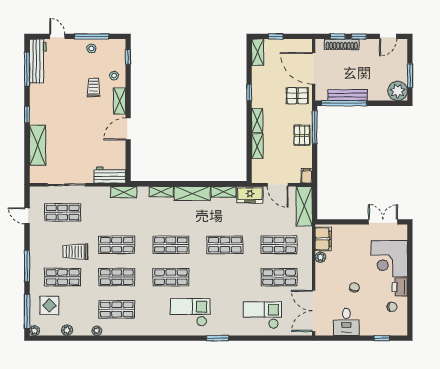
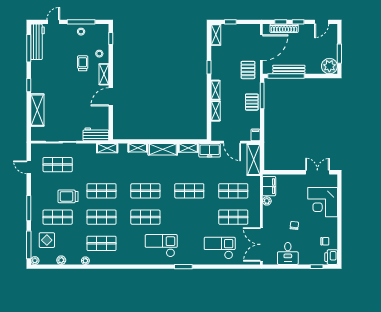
door: (57, 36) -> (53, 22), hinge flipped
door: (314, 68) -> (261, 48), swing flipped
pallet: (297, 96) -> (248, 70), turned 90
printer: (400, 287) -> (331, 257), moved

